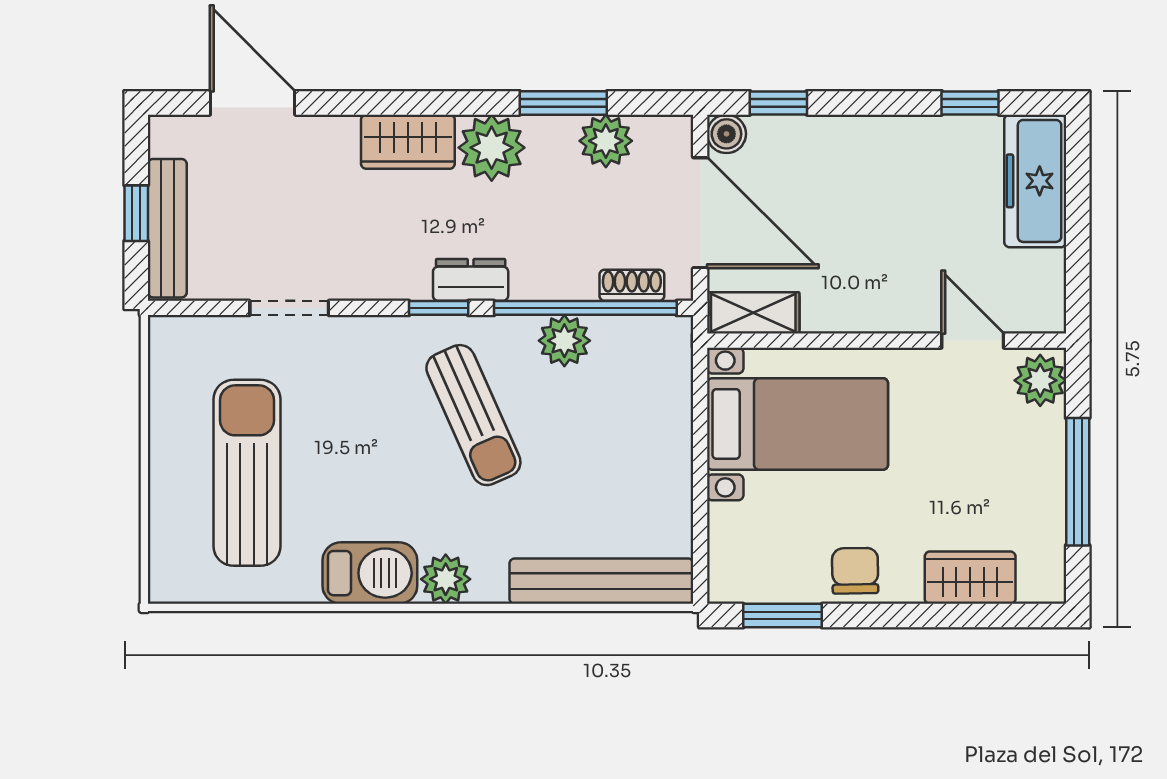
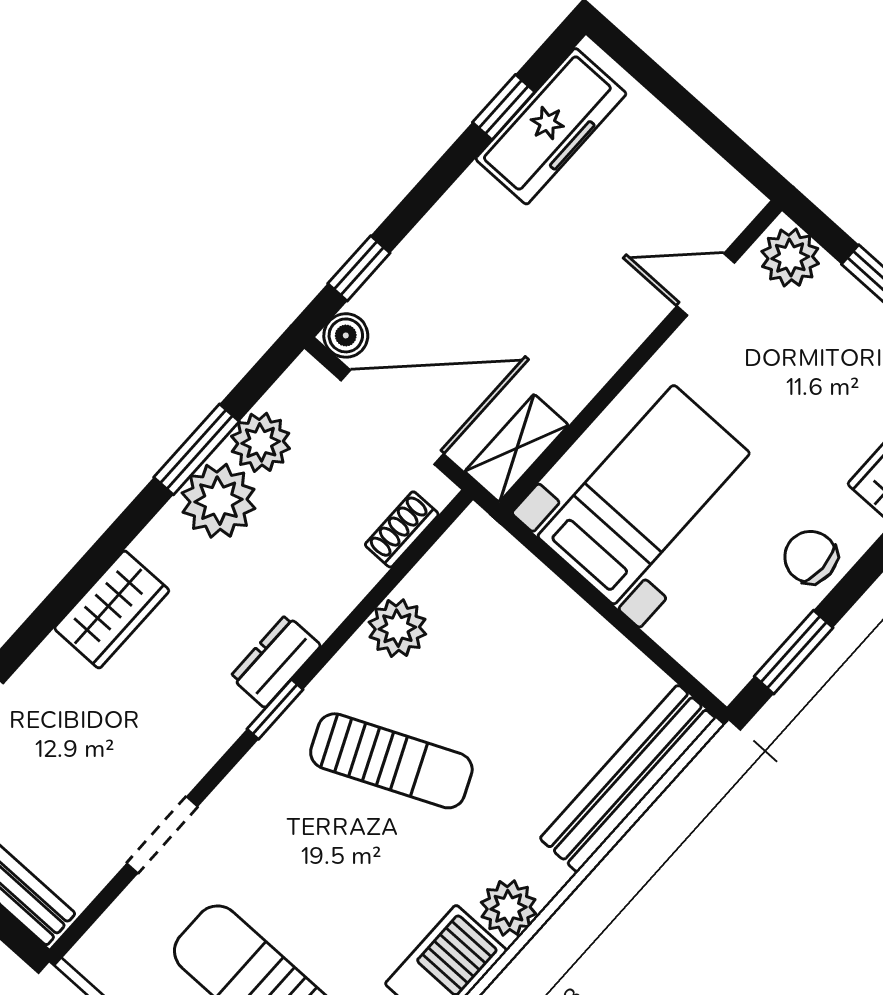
plant: (492, 148) -> (219, 501), moved
freezer: (1035, 181) -> (551, 126), moved, turned -90
window: (585, 308) -> (386, 586), removed

